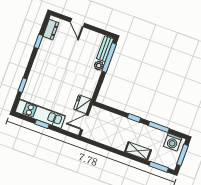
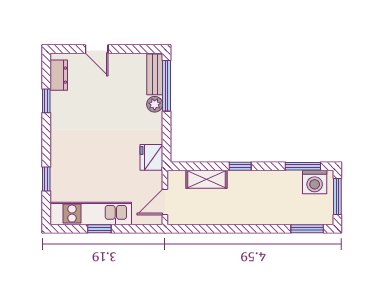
fridge: (82, 104) -> (151, 157), moved
window: (159, 127) -> (303, 166), moved
shelving: (138, 151) -> (206, 179), moved

